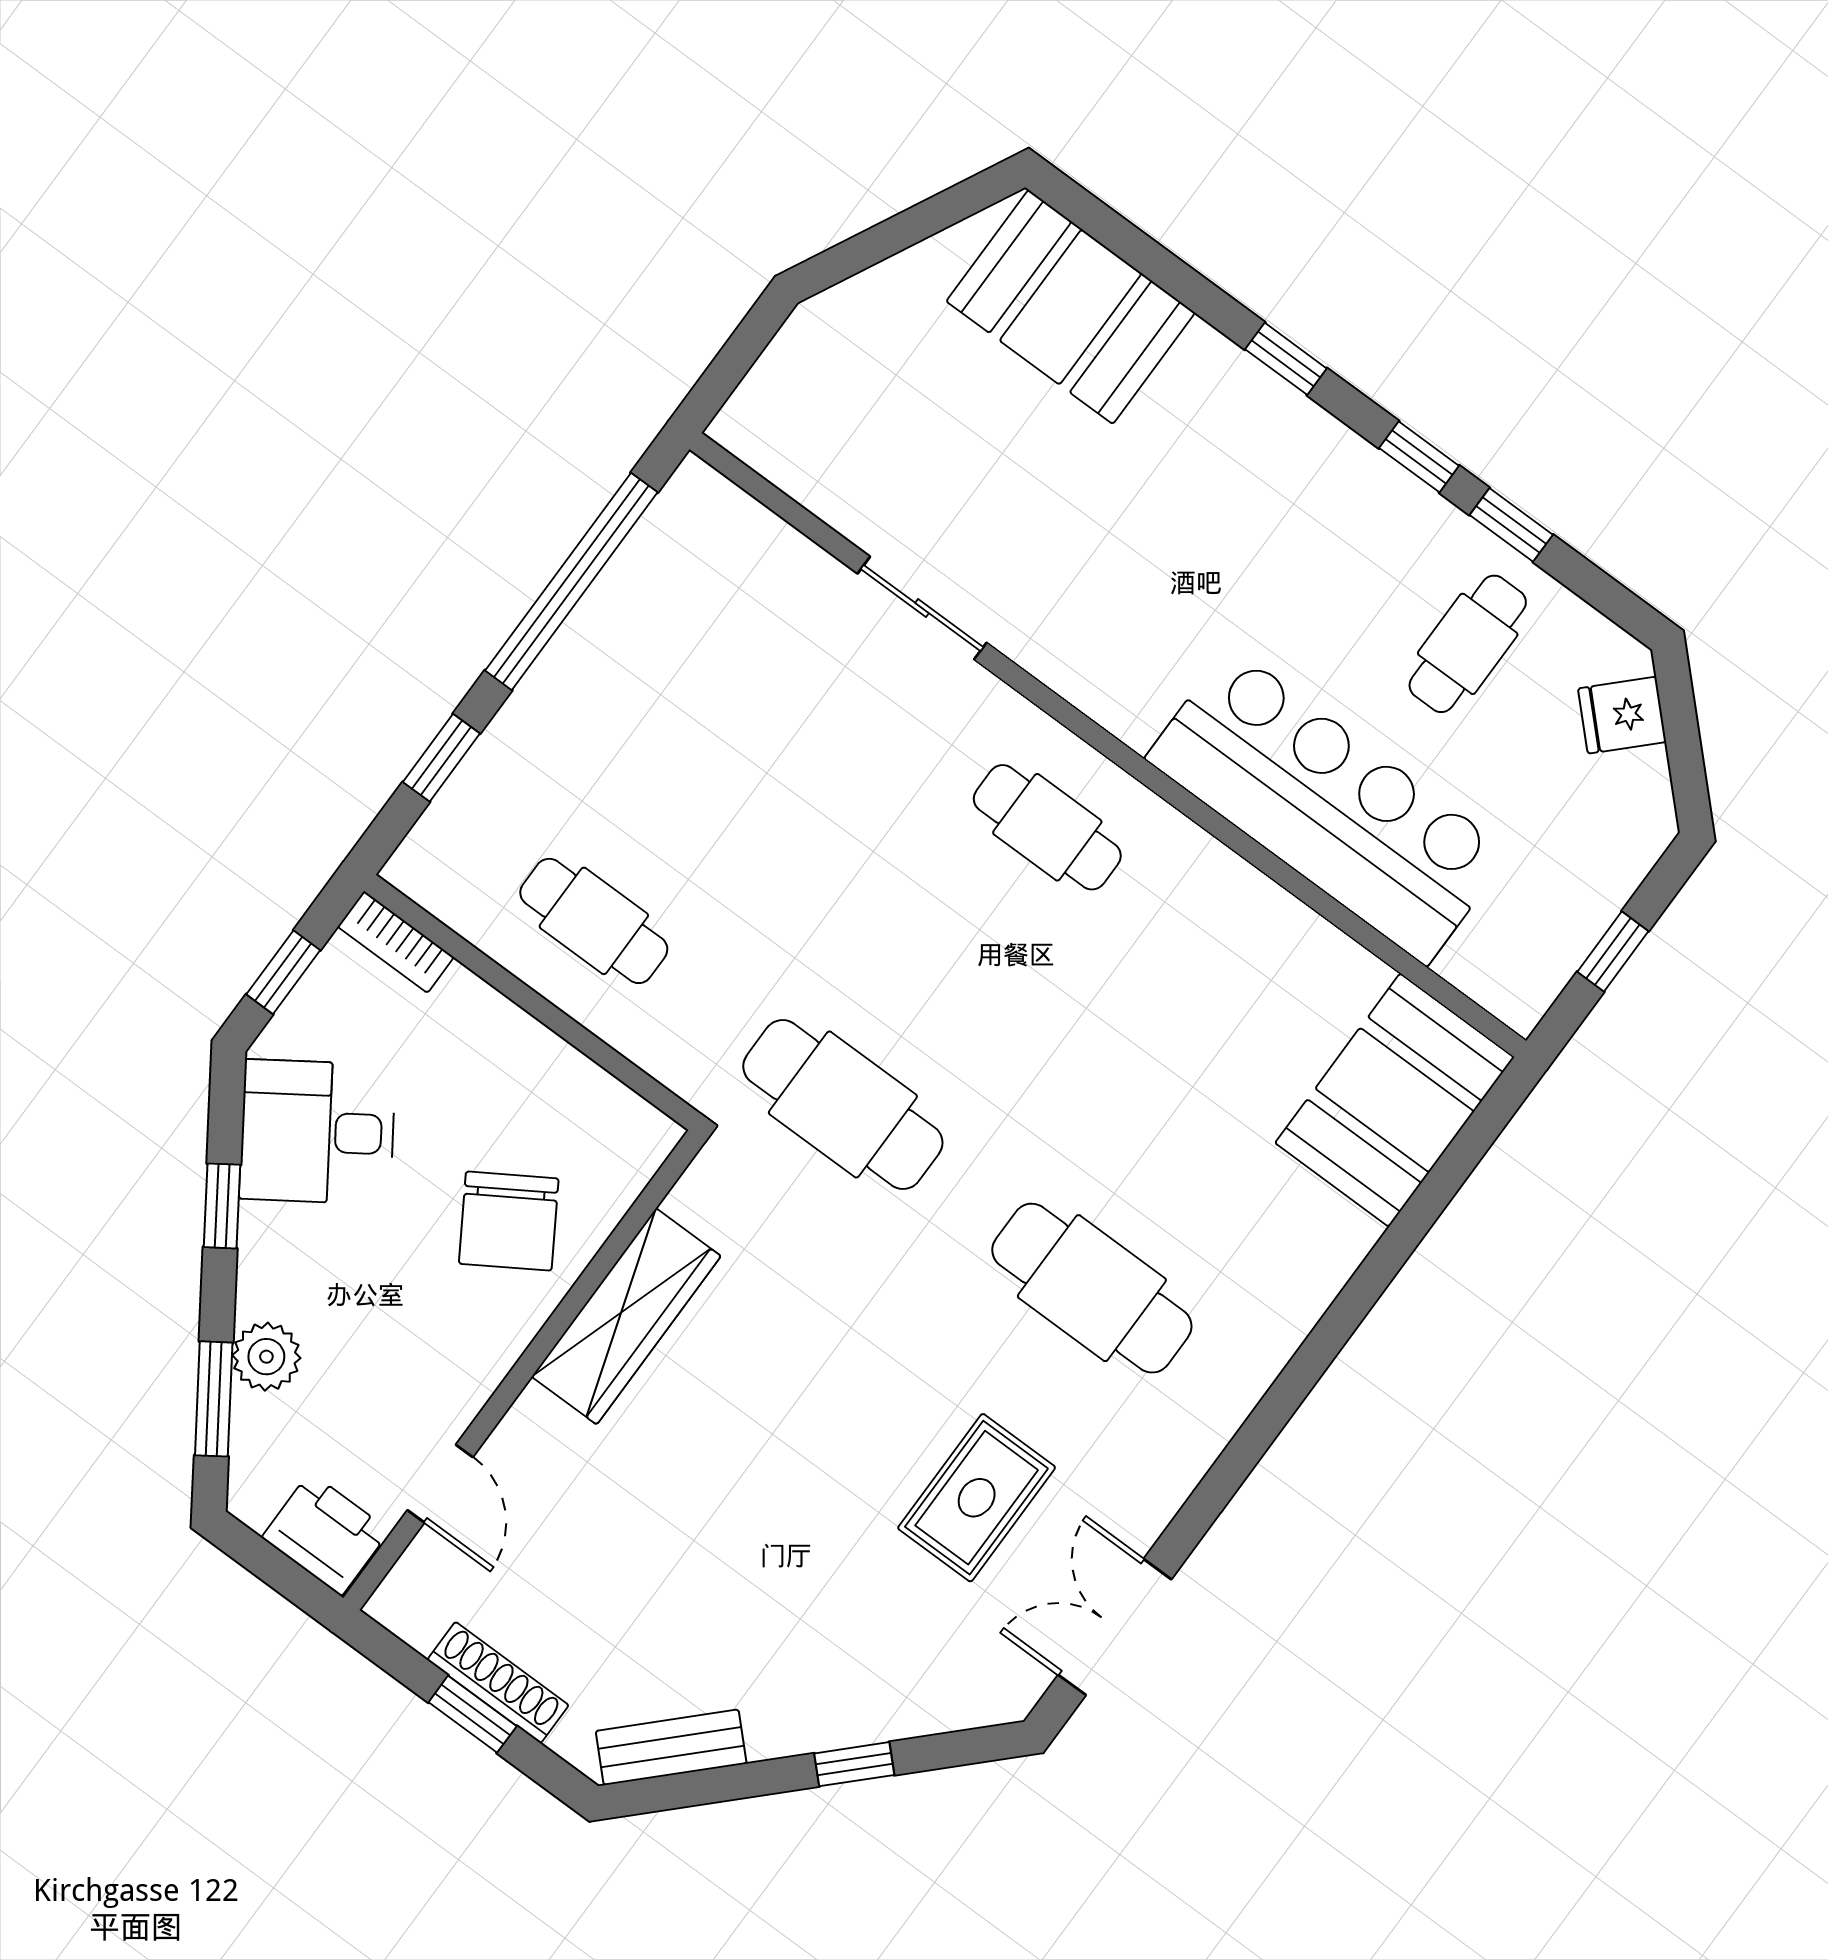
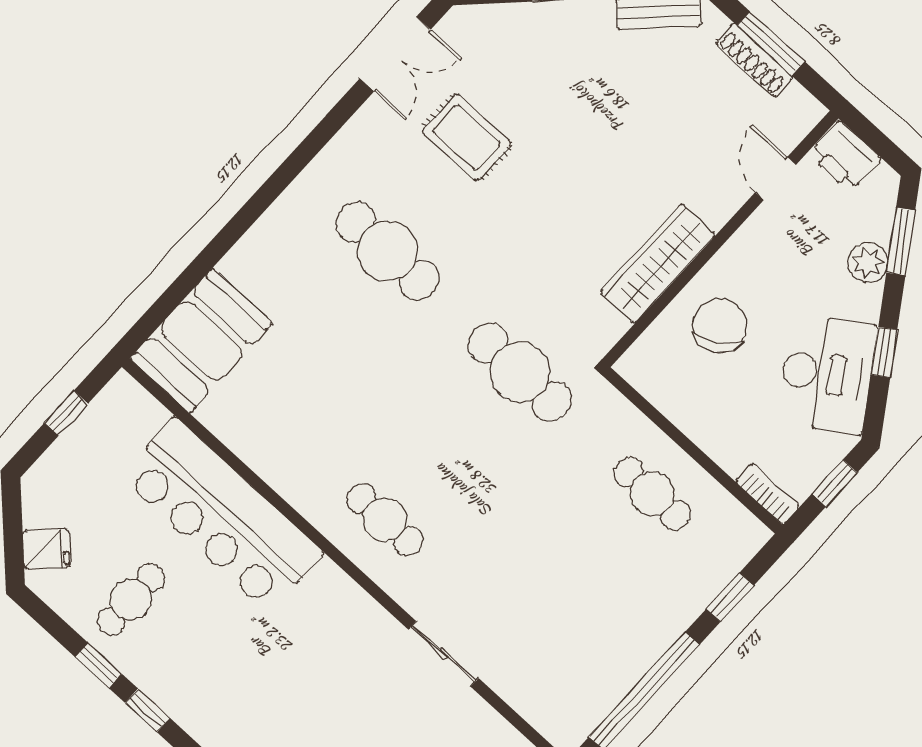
desk: (317, 1132) -> (827, 374), width x1.37
rug: (977, 1498) -> (467, 137), turned 90
window: (473, 1714) -> (771, 44), width x1.50

